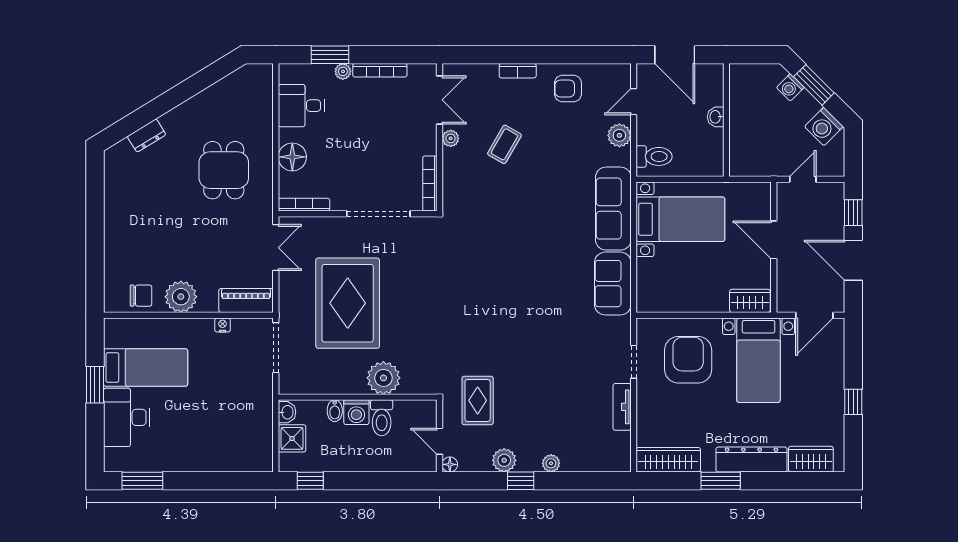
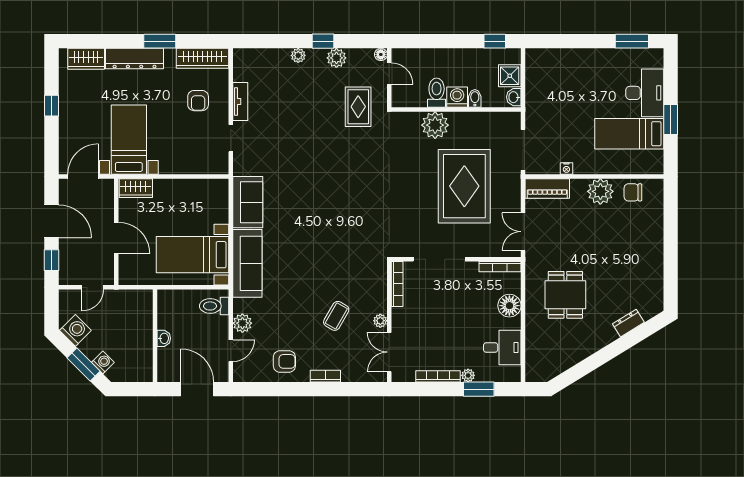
armchair: (688, 360) -> (198, 101), moved, width x0.53, depth x0.53

